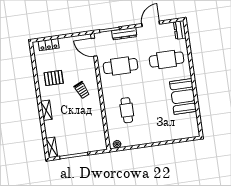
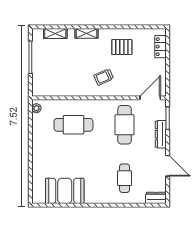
cafe table: (167, 60) -> (125, 178), width x0.73, depth x0.74
pallet: (54, 78) -> (122, 47), turned 90
booth: (183, 97) -> (65, 191), moved
cafe table: (127, 110) -> (73, 125), width x1.37, depth x1.35
shelving: (52, 147) -> (55, 33), moved

